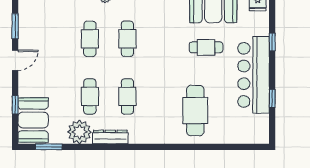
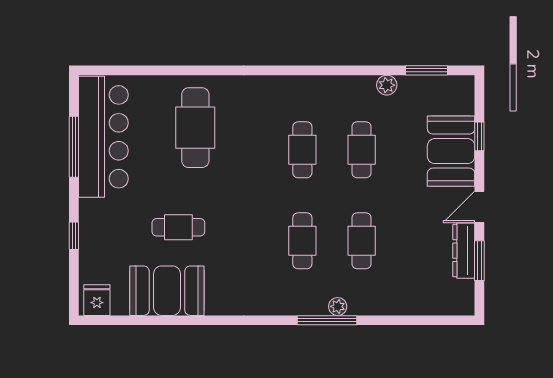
bar counter: (254, 75) -> (103, 137), moved
window: (272, 98) -> (74, 147), width x2.17
booth: (33, 120) -> (451, 151), moved
plant: (79, 132) -> (387, 85), width x0.53, depth x0.53
dresser: (110, 137) -> (464, 251), moved, turned 90

